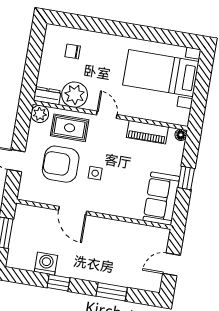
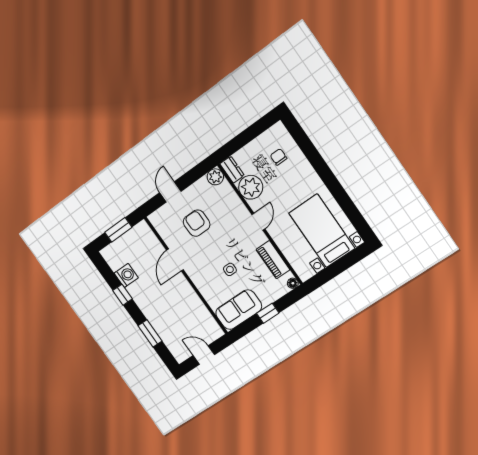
rug: (70, 128) -> (226, 206), removed
armchair: (61, 164) -> (197, 223), width x0.73, depth x0.73
side table: (95, 173) -> (230, 269), moved

